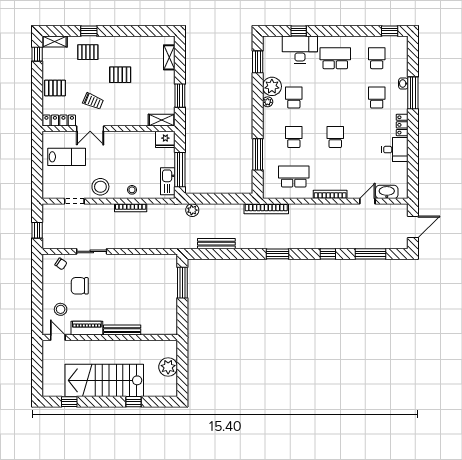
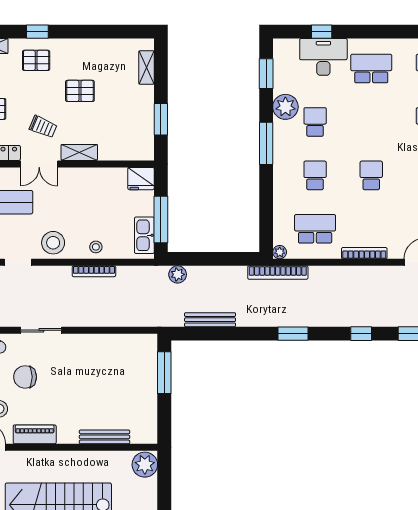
plant: (268, 102) -> (280, 252), moved
shelving: (162, 120) -> (79, 152), moved
window: (258, 154) -> (266, 143), moved
bench: (122, 330) -> (105, 437), moved
plant: (168, 367) -> (145, 465), moved

